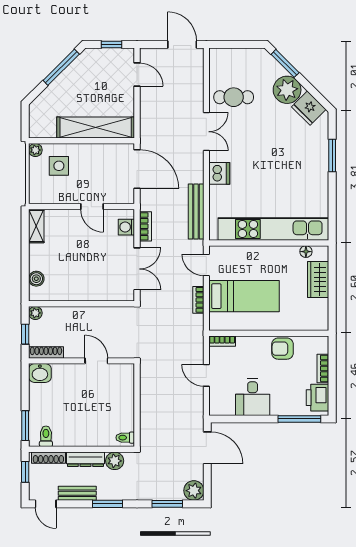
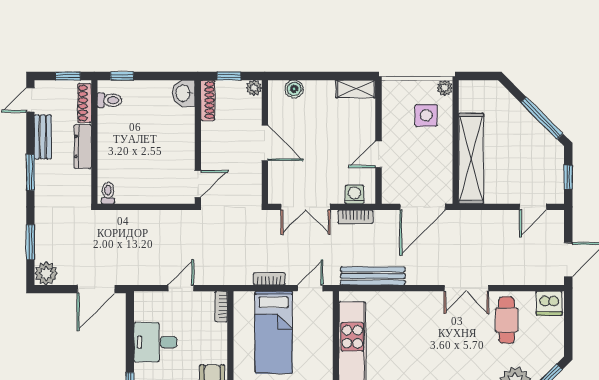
dishwasher: (219, 173) -> (549, 303), moved
door: (82, 304) -> (265, 143), added
door: (96, 361) -> (198, 184), moved
window: (25, 426) -> (122, 76), width x0.67
plant: (115, 461) -> (81, 181), removed

